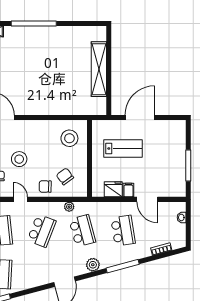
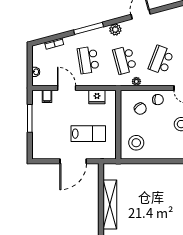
lab bench: (123, 148) -> (88, 134), turned 180
filing cabinet: (128, 190) -> (47, 96), moved

